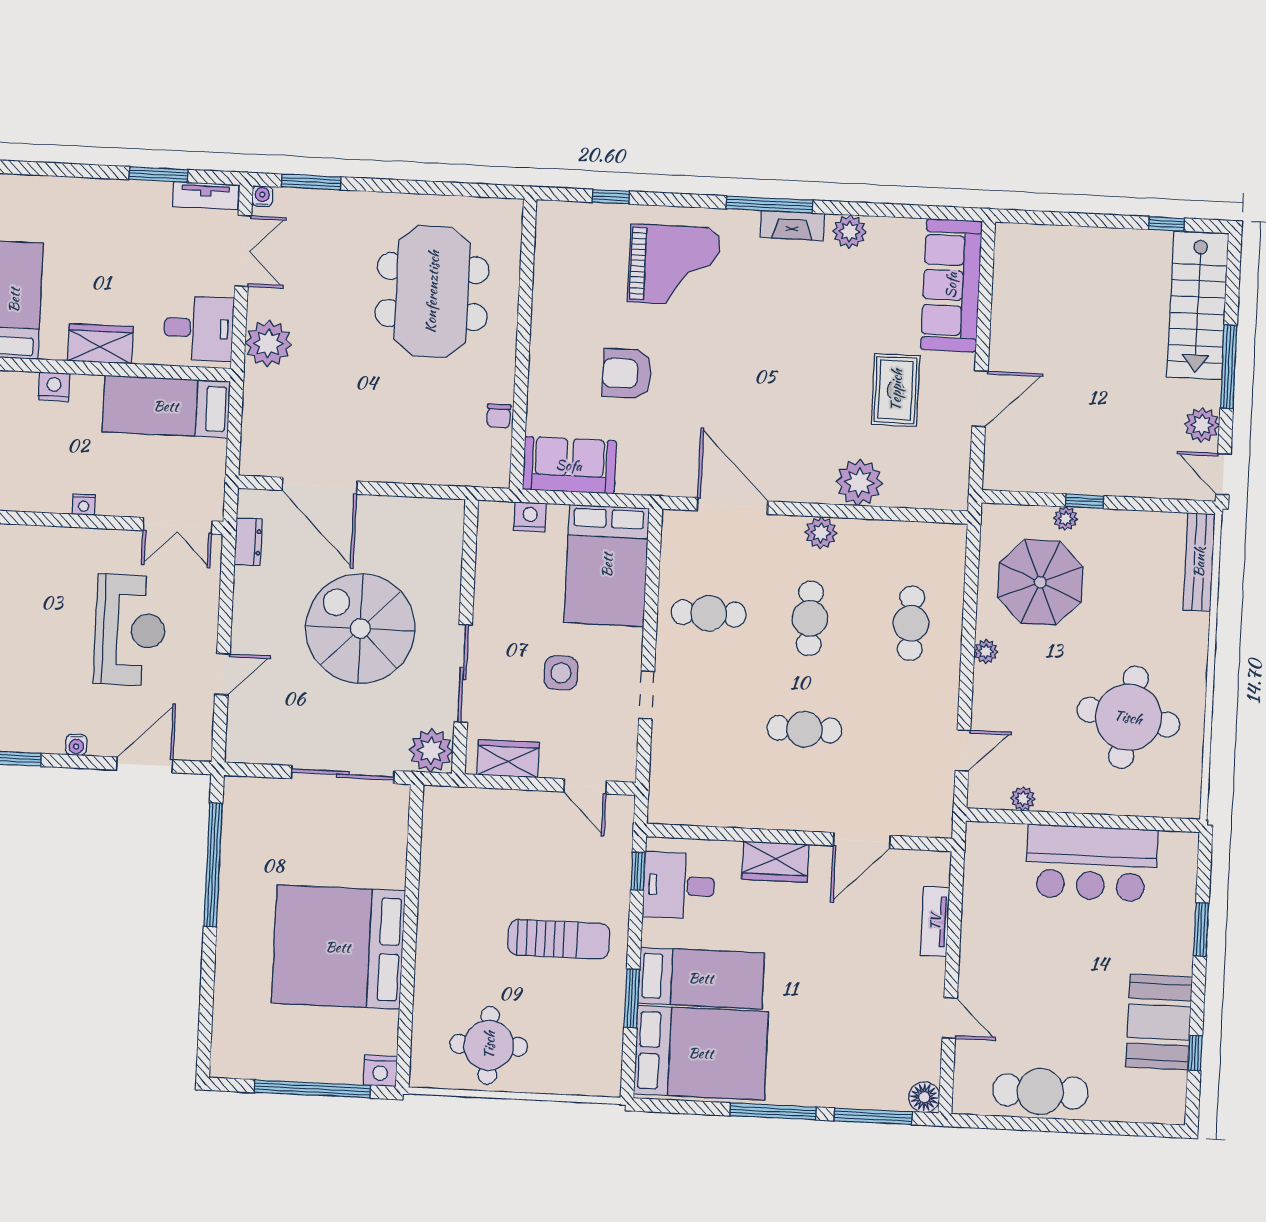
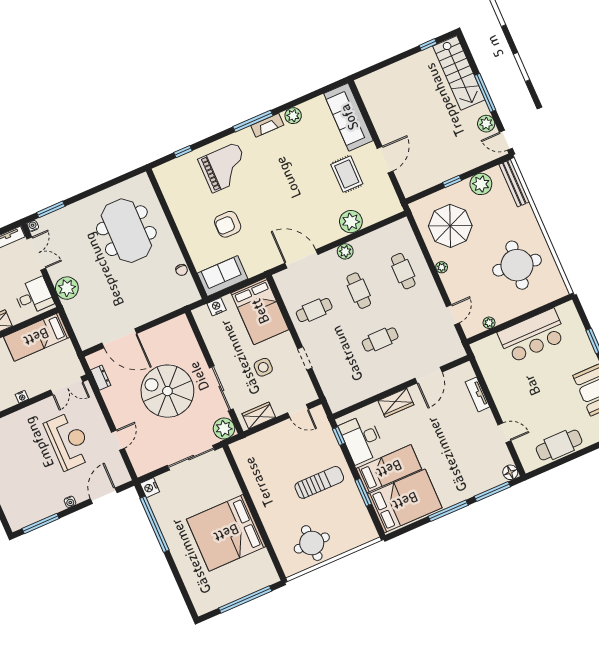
plant: (1066, 519) -> (481, 184), moved, width x1.88, depth x1.88
desk: (679, 886) -> (362, 439), width x1.37
nightstand: (380, 1071) -> (150, 488), moved, turned 90

